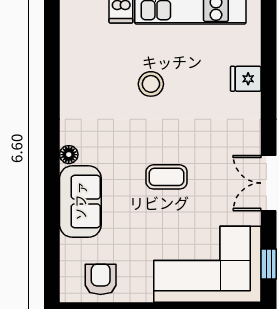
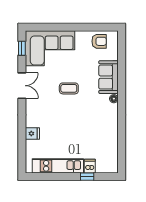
stool: (151, 84) -> (76, 131), removed
armchair: (101, 279) -> (99, 41), turned -90

